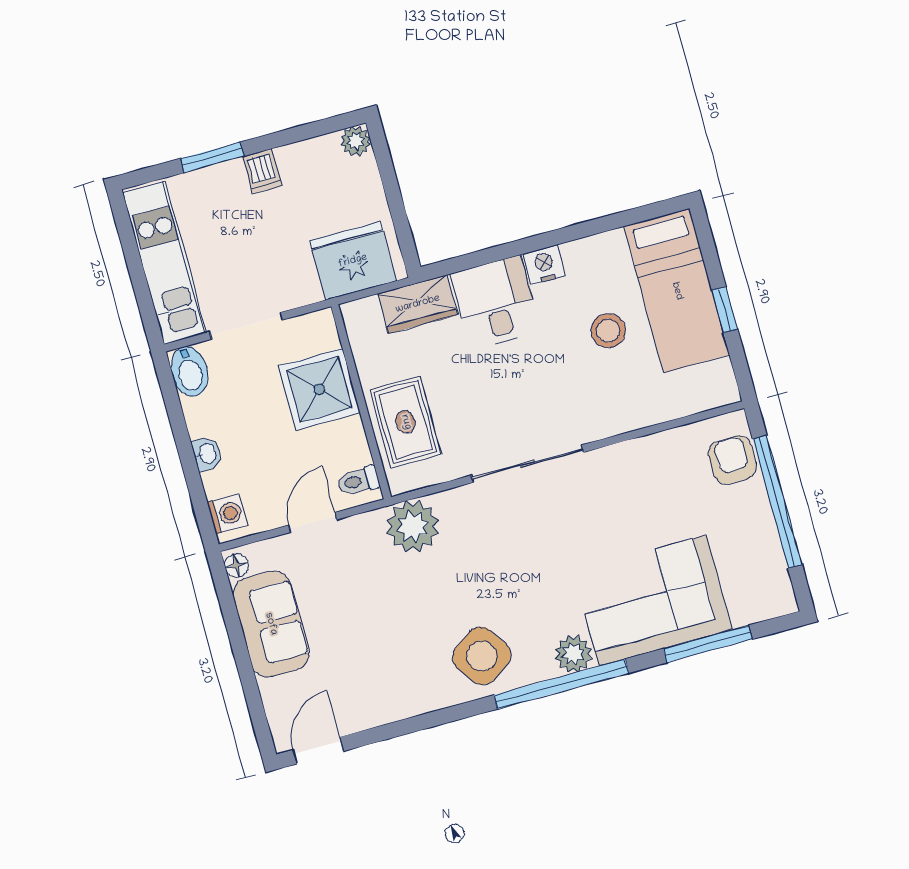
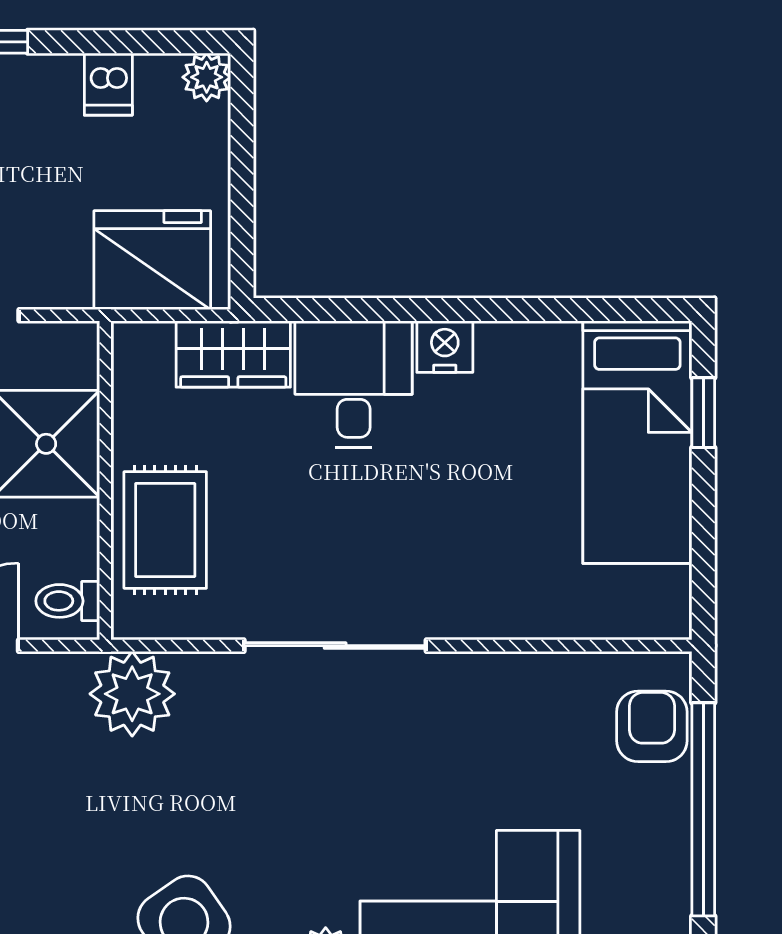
dishwasher: (262, 171) -> (108, 84), moved
window: (725, 310) -> (703, 413), moved
stool: (608, 331) -> (515, 475), removed

